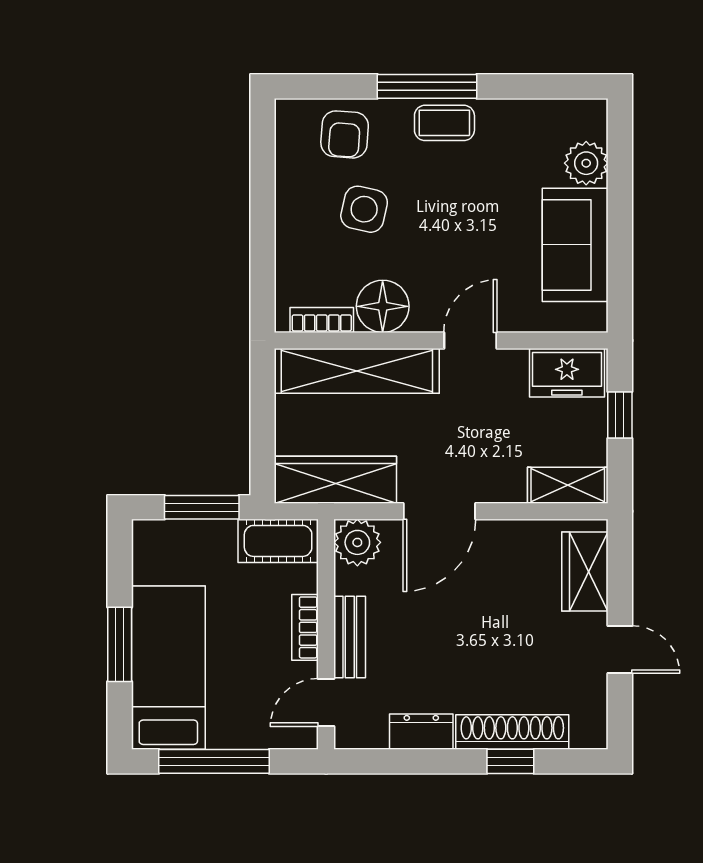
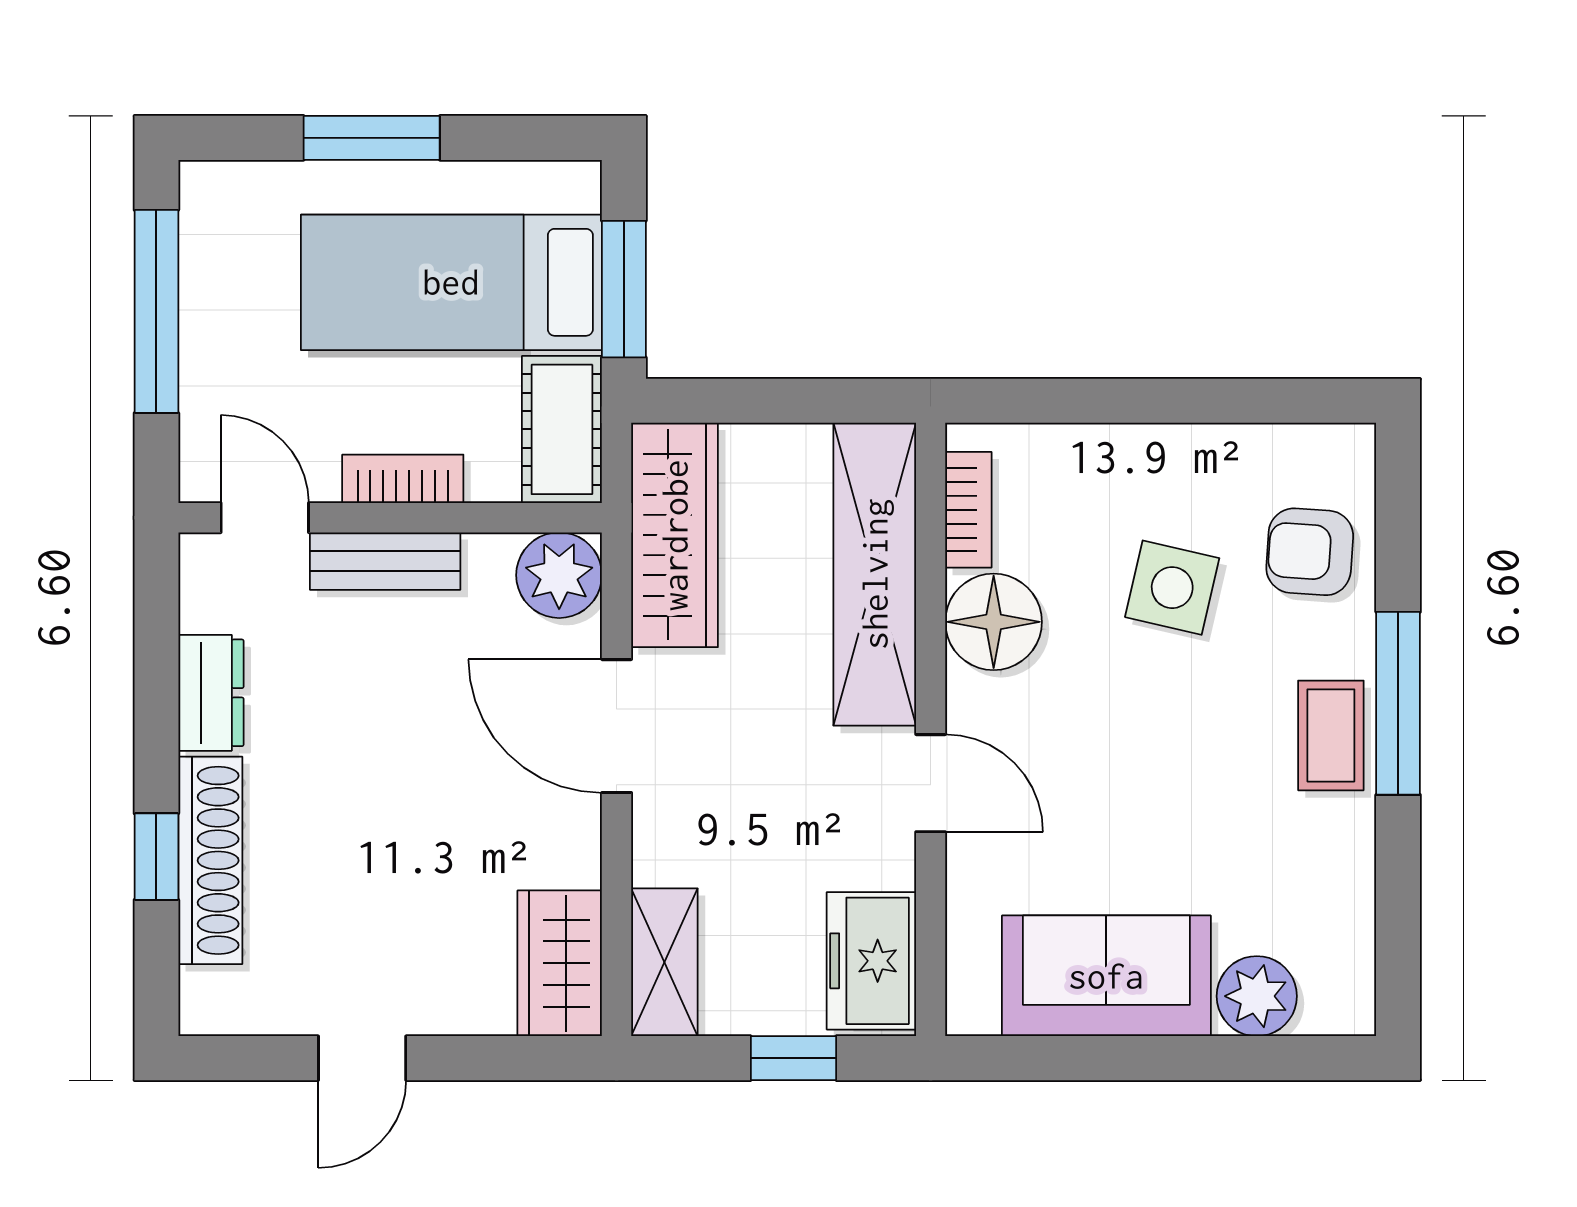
wardrobe: (585, 572) -> (560, 963), moved, turned -90
bed: (168, 668) -> (451, 282), moved, turned 180

